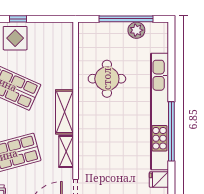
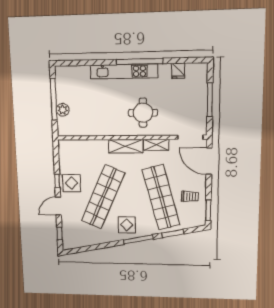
plant: (136, 30) -> (63, 110), moved
round table: (107, 79) -> (143, 113), moved
kitchen unit: (159, 111) -> (124, 72), width x0.73

